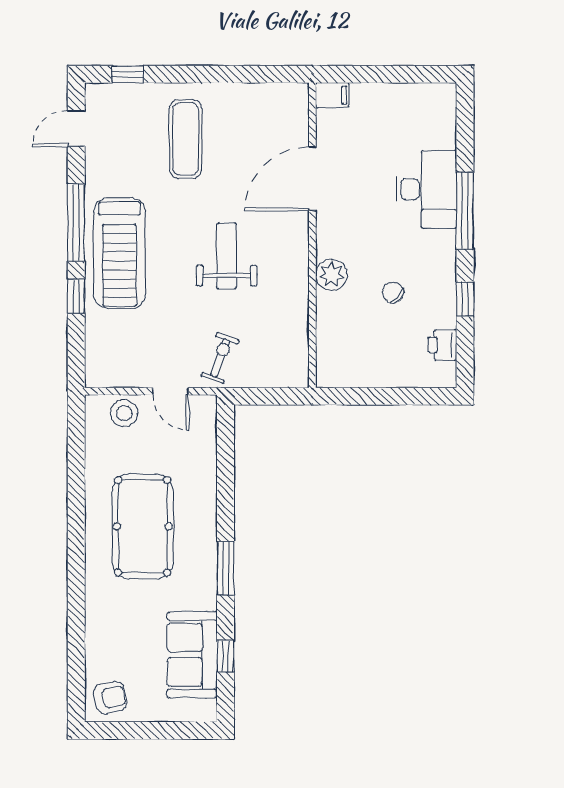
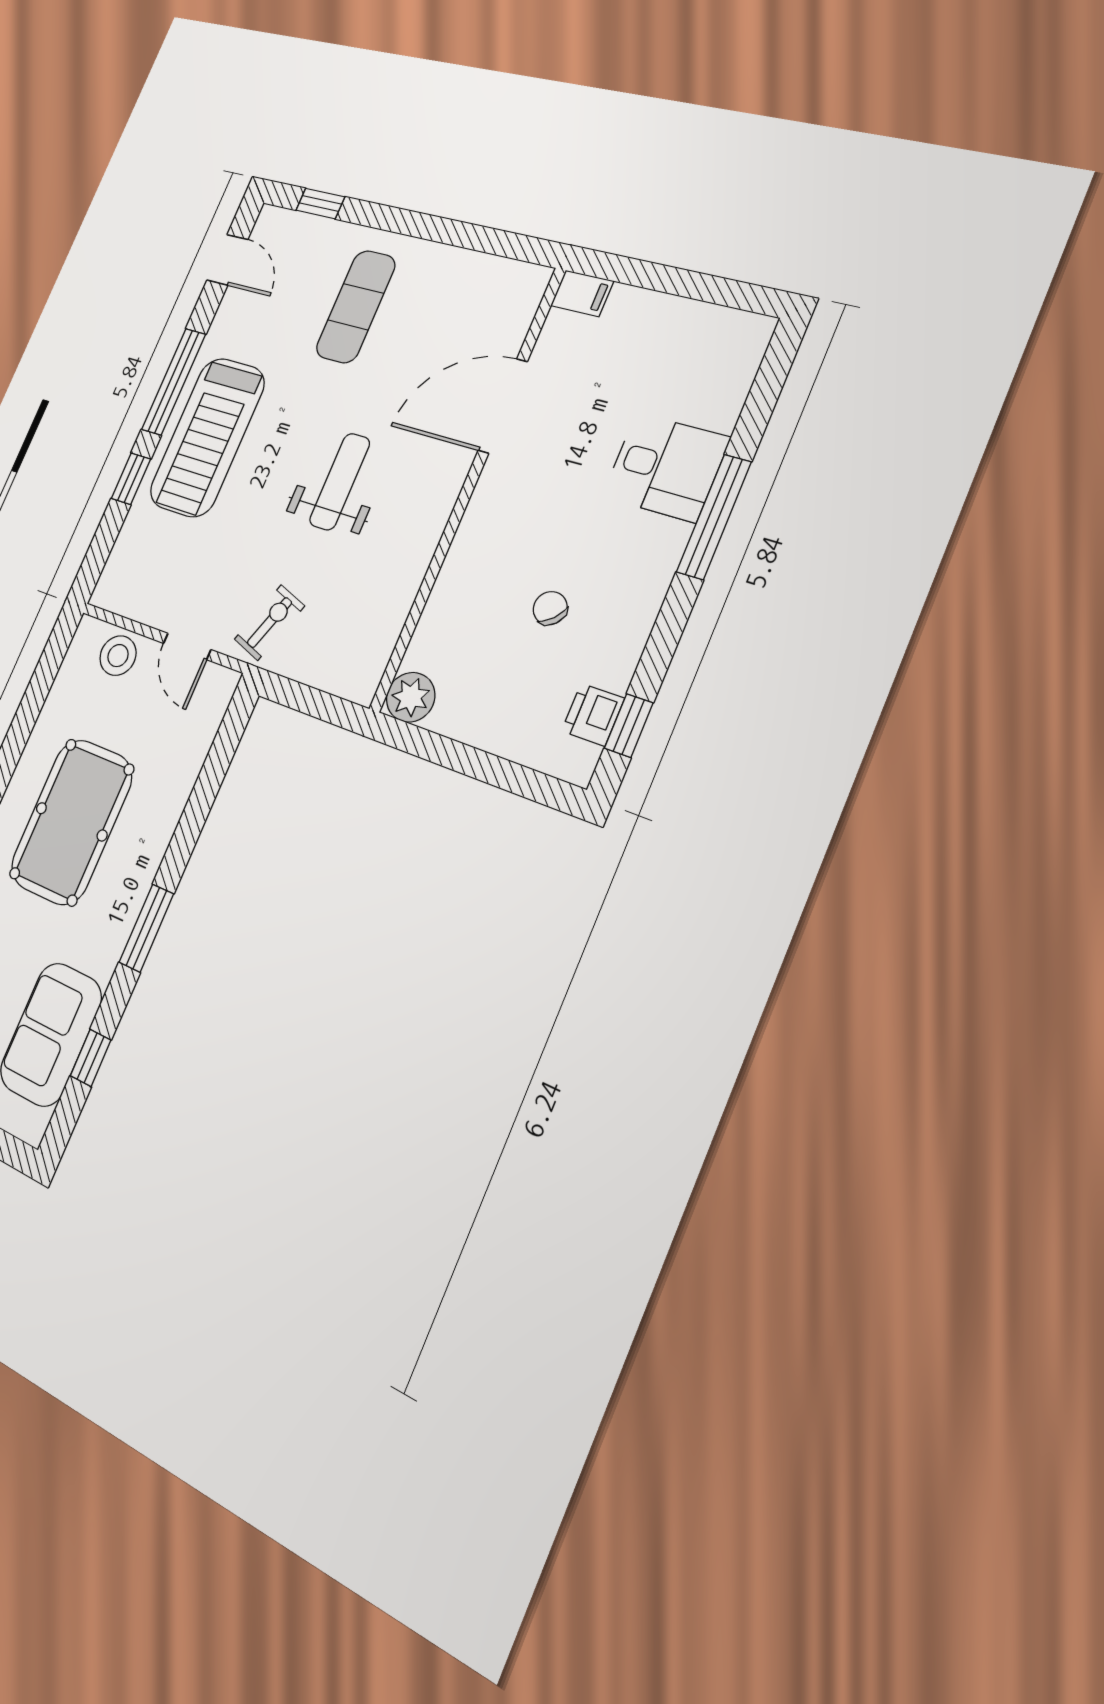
door: (76, 129) -> (227, 260), swing flipped
desk: (426, 189) -> (666, 467), width x0.73
plant: (331, 275) -> (411, 697), moved
window: (465, 299) -> (629, 726), moved

